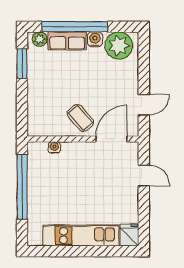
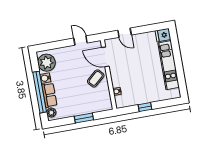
window: (22, 63) -> (84, 118), moved
door: (144, 176) -> (125, 33), swing flipped
window: (22, 187) -> (145, 107), width x0.32

